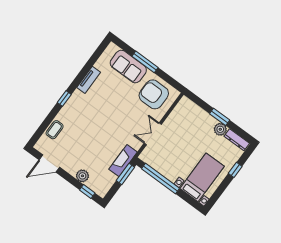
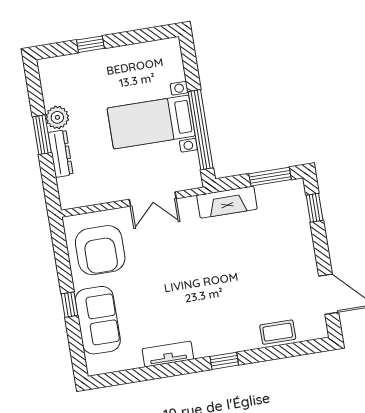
window: (145, 62) -> (69, 305), width x0.46
dresser: (237, 140) -> (61, 154), moved
window: (125, 174) -> (270, 177), moved
plant: (82, 176) -> (301, 235), removed
bed with nightstands: (202, 177) -> (151, 122), moved

